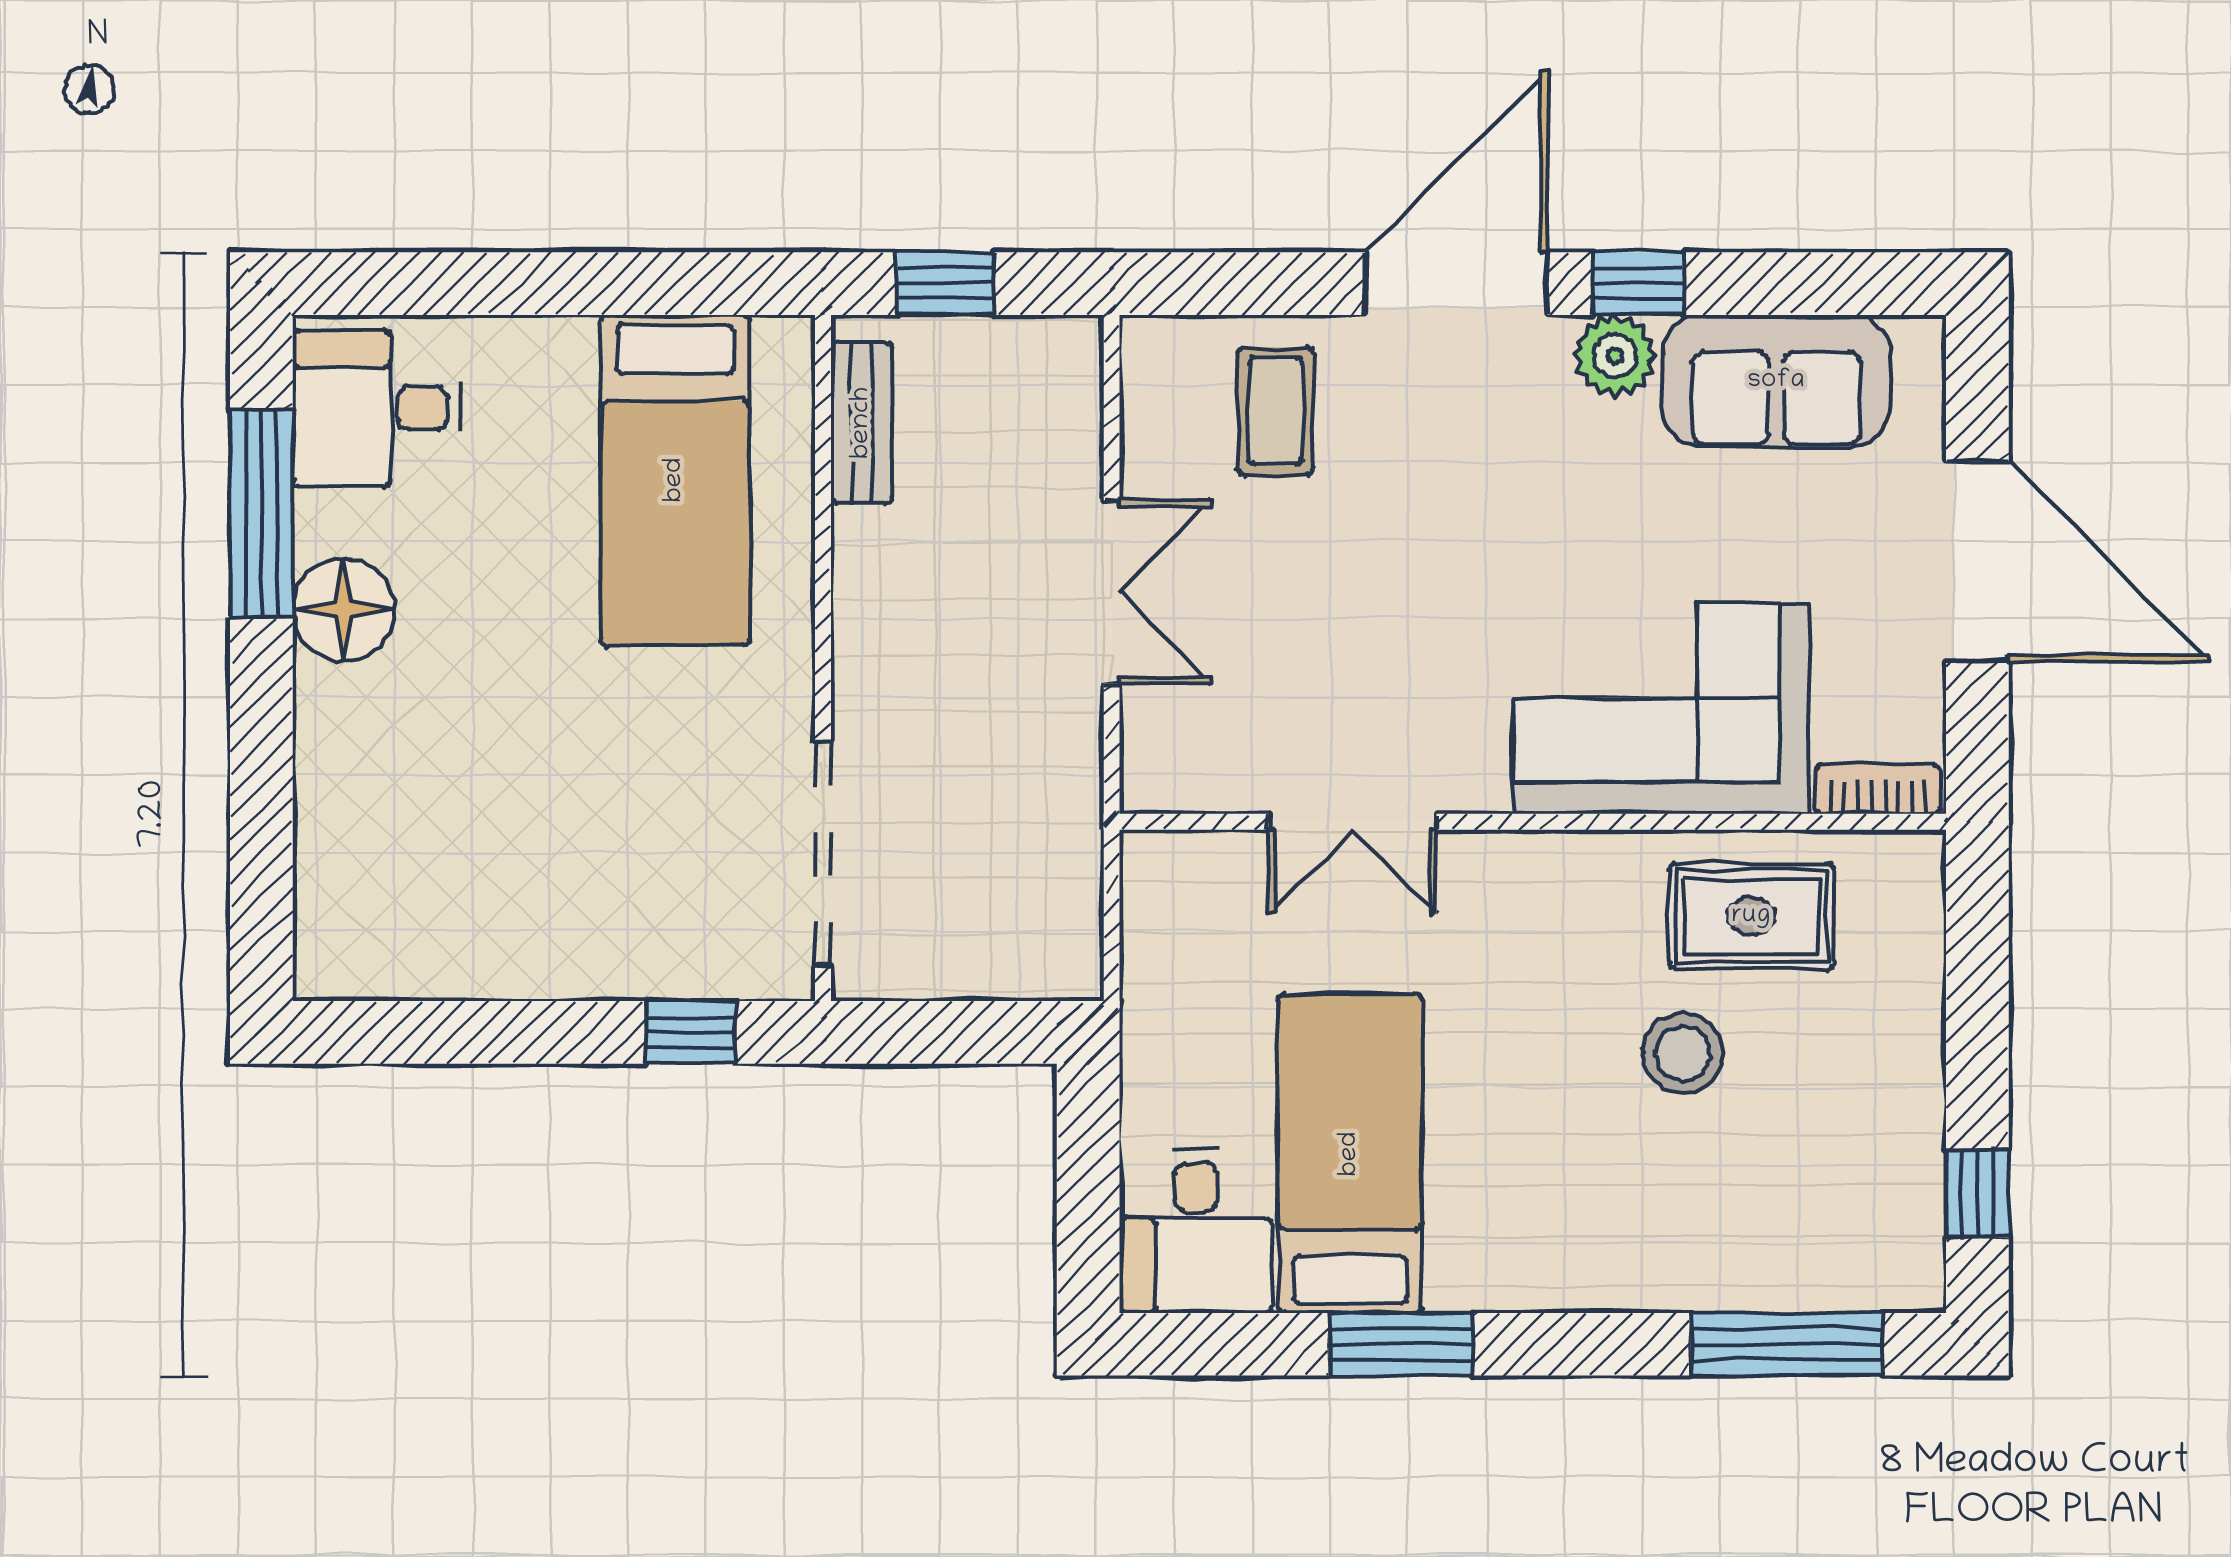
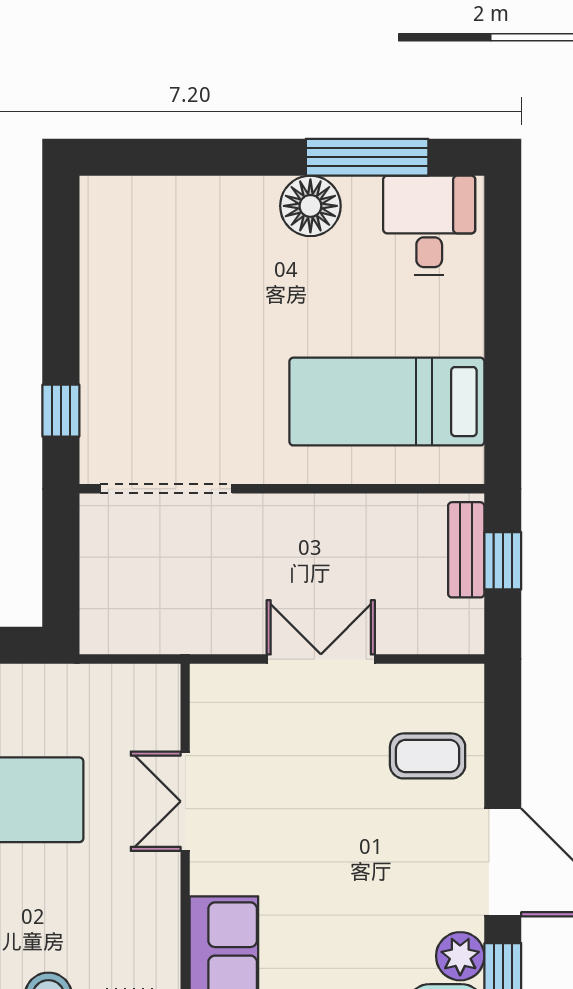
bench: (862, 423) -> (466, 550), moved, turned 90
double door: (1112, 592) -> (321, 659), swing flipped

